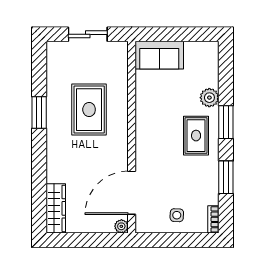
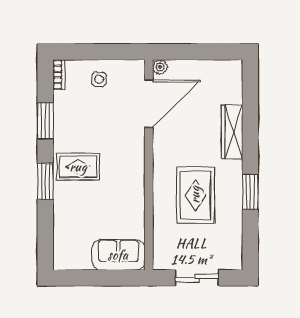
plant: (209, 98) -> (63, 208), removed
rug: (196, 136) -> (78, 167), turned 90
wardrobe: (56, 208) -> (232, 132), moved

